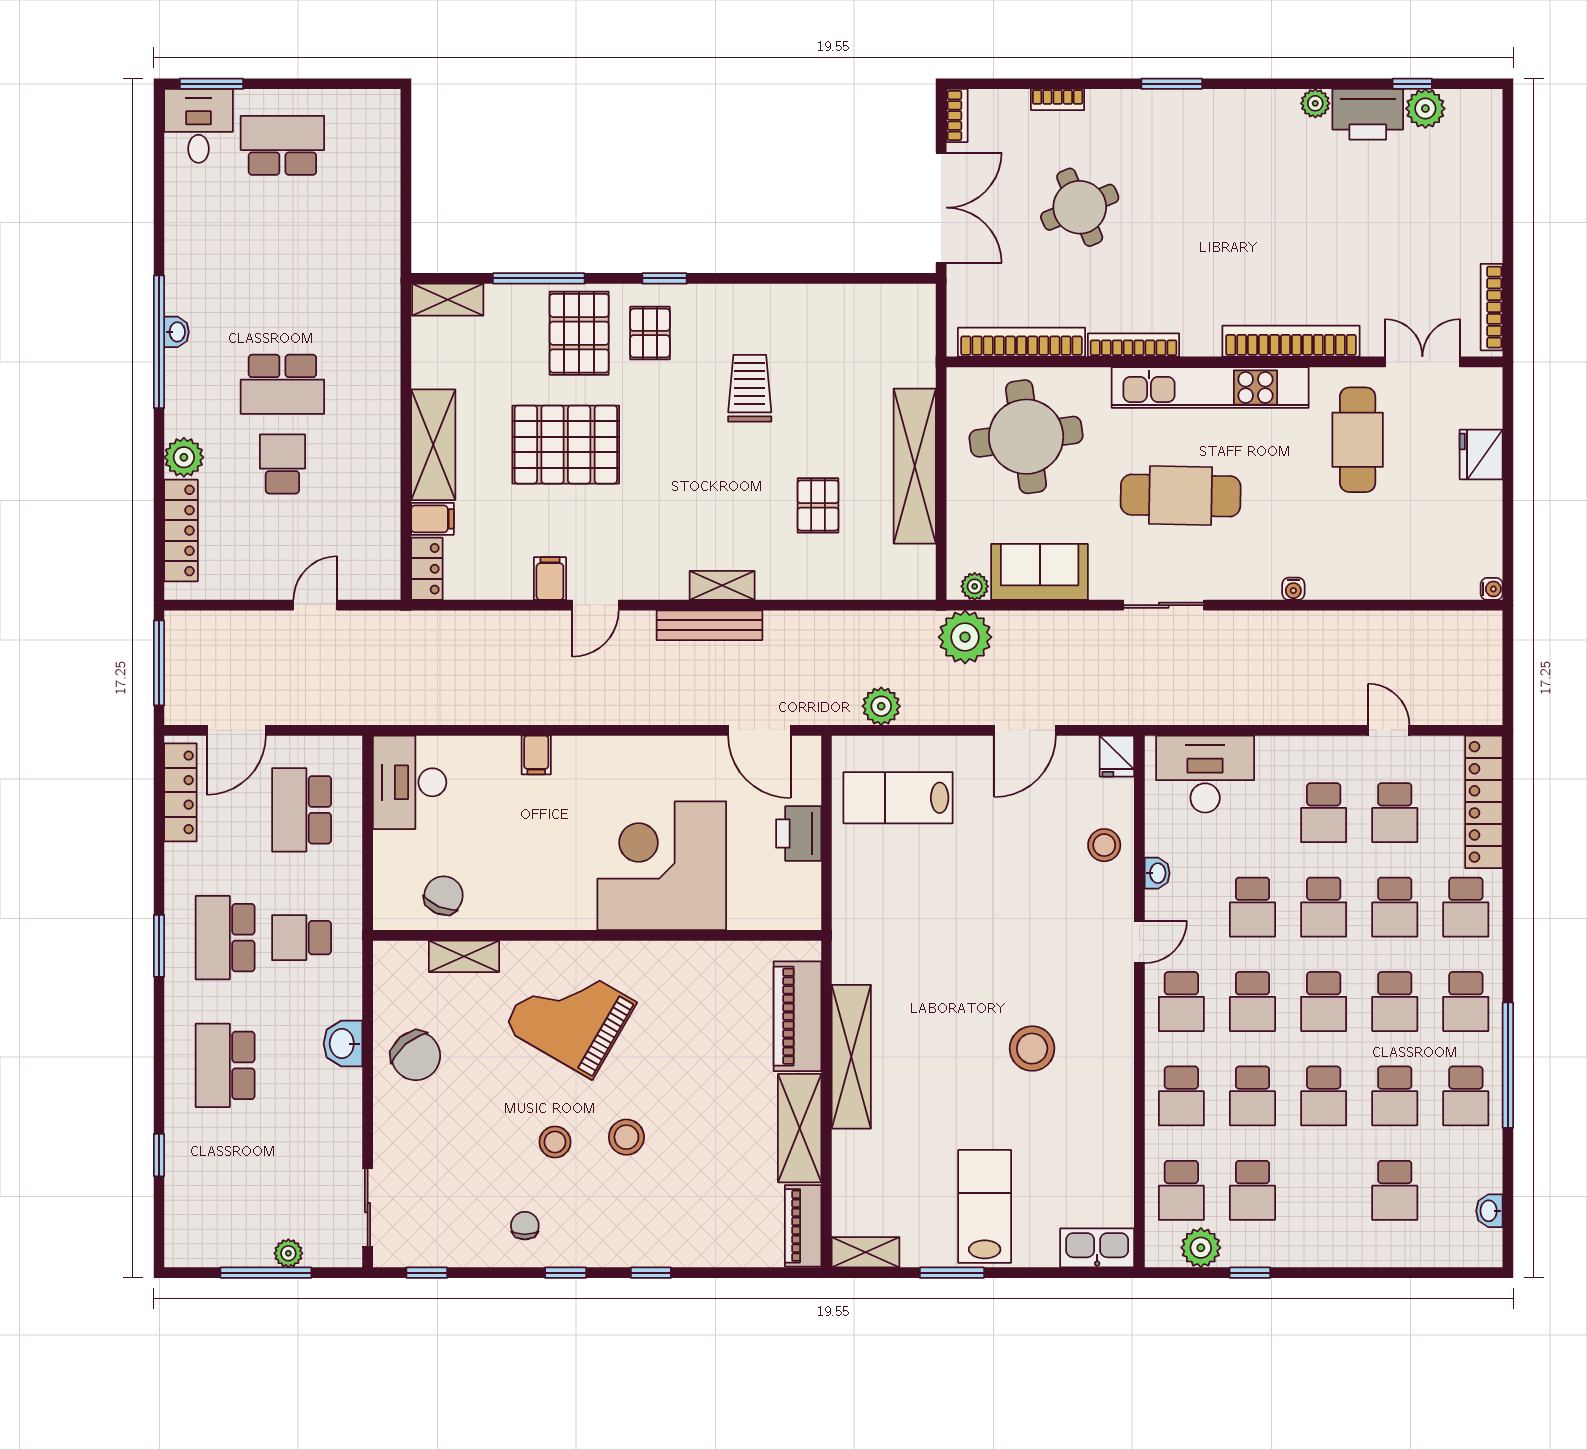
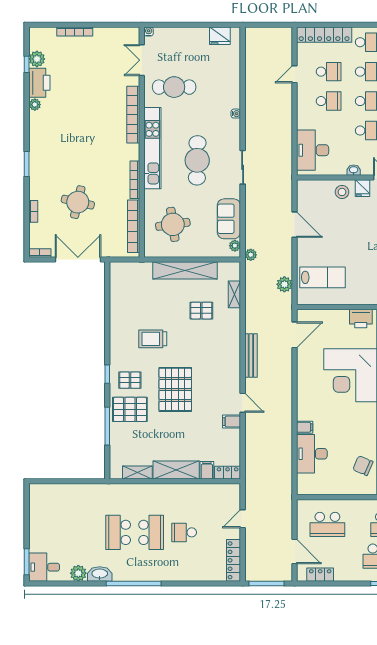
school desk: (282, 145) -> (118, 532), moved
round table: (1080, 207) -> (78, 202), turned 36
shelving: (448, 300) -> (137, 472), moved, turned 90
bookcase: (1492, 307) -> (75, 32), moved
washbasin: (177, 332) -> (100, 574), moved, width x1.91, depth x1.45
round table: (1026, 437) -> (173, 224), width x0.73, depth x0.73
pallet: (566, 445) -> (175, 389), moved
fridge: (1481, 454) -> (220, 36), moved
plant: (184, 457) -> (78, 573), moved
locker: (181, 530) -> (234, 560), moved, turned -90
shelving: (722, 585) -> (234, 294), moved
water cooler: (1492, 589) -> (149, 32), moved
door: (315, 605) -> (243, 519), hinge flipped
plant: (965, 637) -> (251, 255), width x0.53, depth x0.53
fridge: (1117, 756) -> (362, 188), moved, turned 90
desk: (410, 782) -> (312, 454), moved, turned 90
locker: (180, 792) -> (320, 575), width x0.66
lab bench: (898, 798) -> (322, 277), turned -90
printer: (799, 834) -> (361, 319), moved

